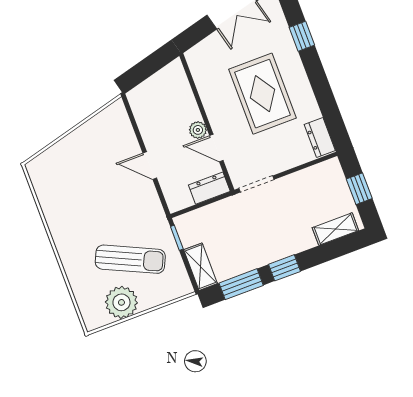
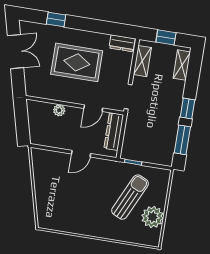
plant: (198, 130) -> (59, 110), moved
dresser: (209, 188) -> (114, 132), width x1.44
shelving: (201, 267) -> (142, 61), moved, turned 90

